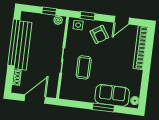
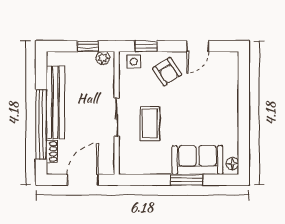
window: (14, 42) -> (41, 124), moved
bookcase: (141, 48) -> (231, 84), removed

